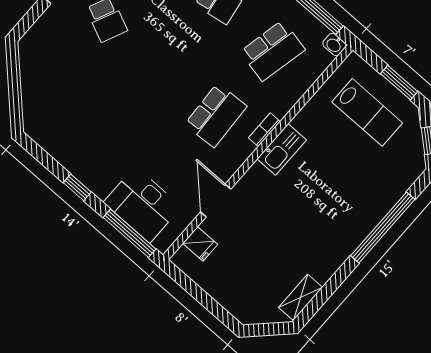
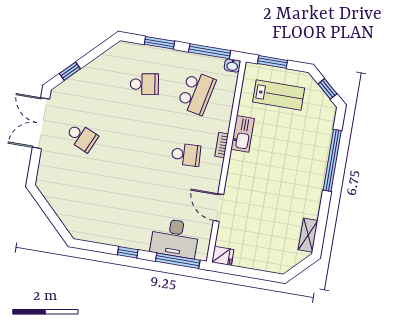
window: (399, 83) -> (272, 62), moved
school desk: (216, 115) -> (186, 155), width x0.54
kitchen sink: (282, 149) -> (243, 134), moved
fridge: (200, 244) -> (223, 256), moved

